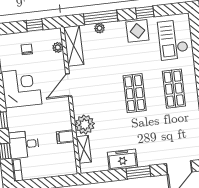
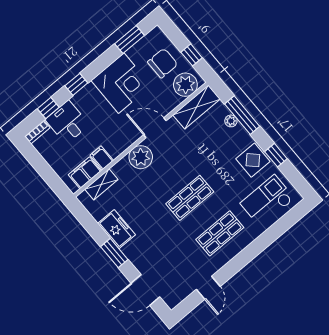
plant: (58, 47) -> (185, 85), width x1.88, depth x1.88
chair: (27, 49) -> (163, 63), width x1.87, depth x1.87
plant: (85, 125) -> (141, 157), moved
filing cabinet: (68, 156) -> (85, 173), added

